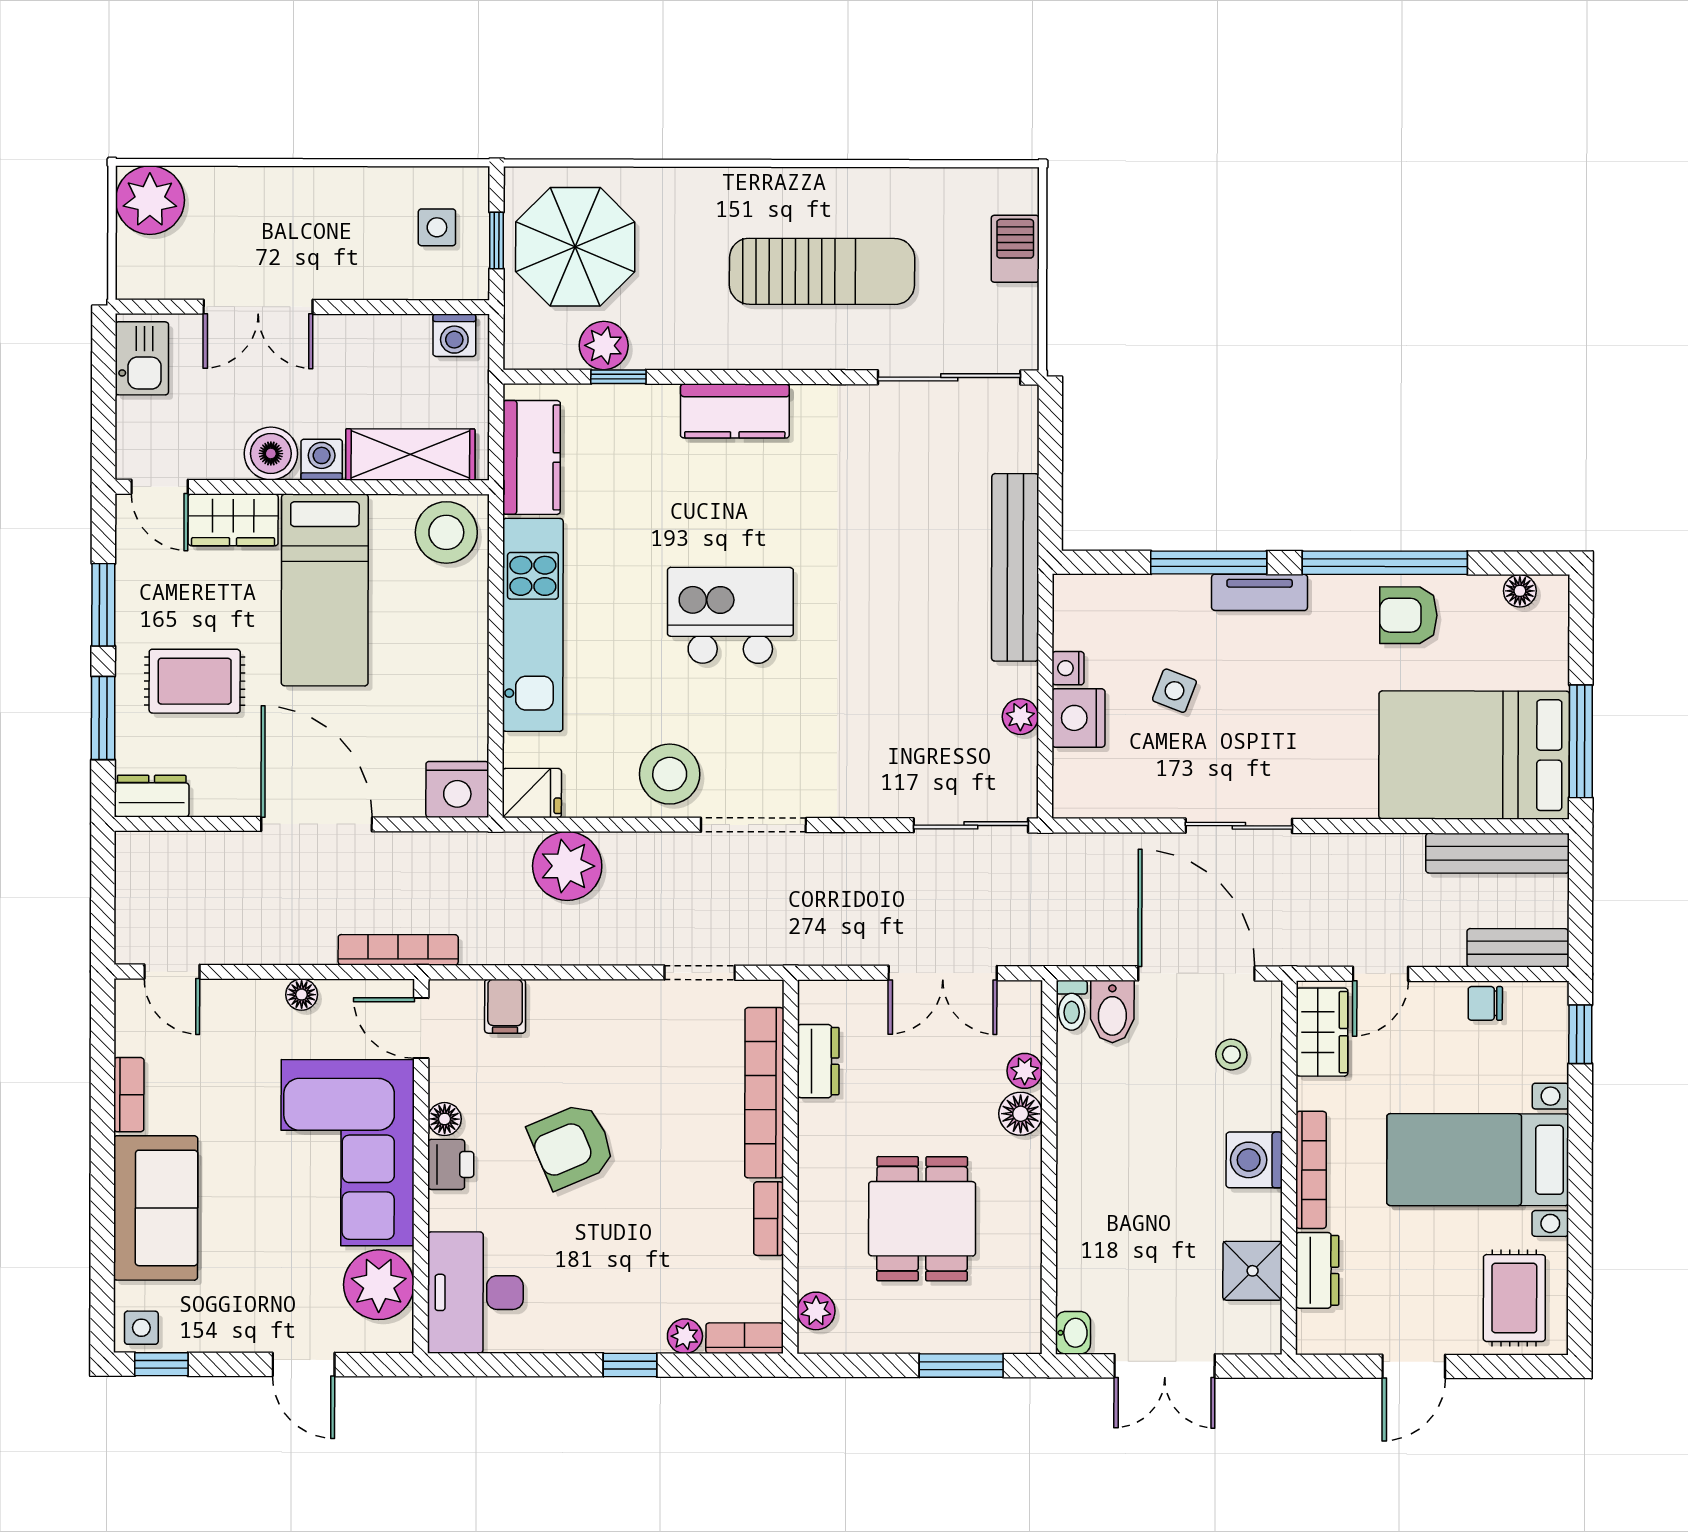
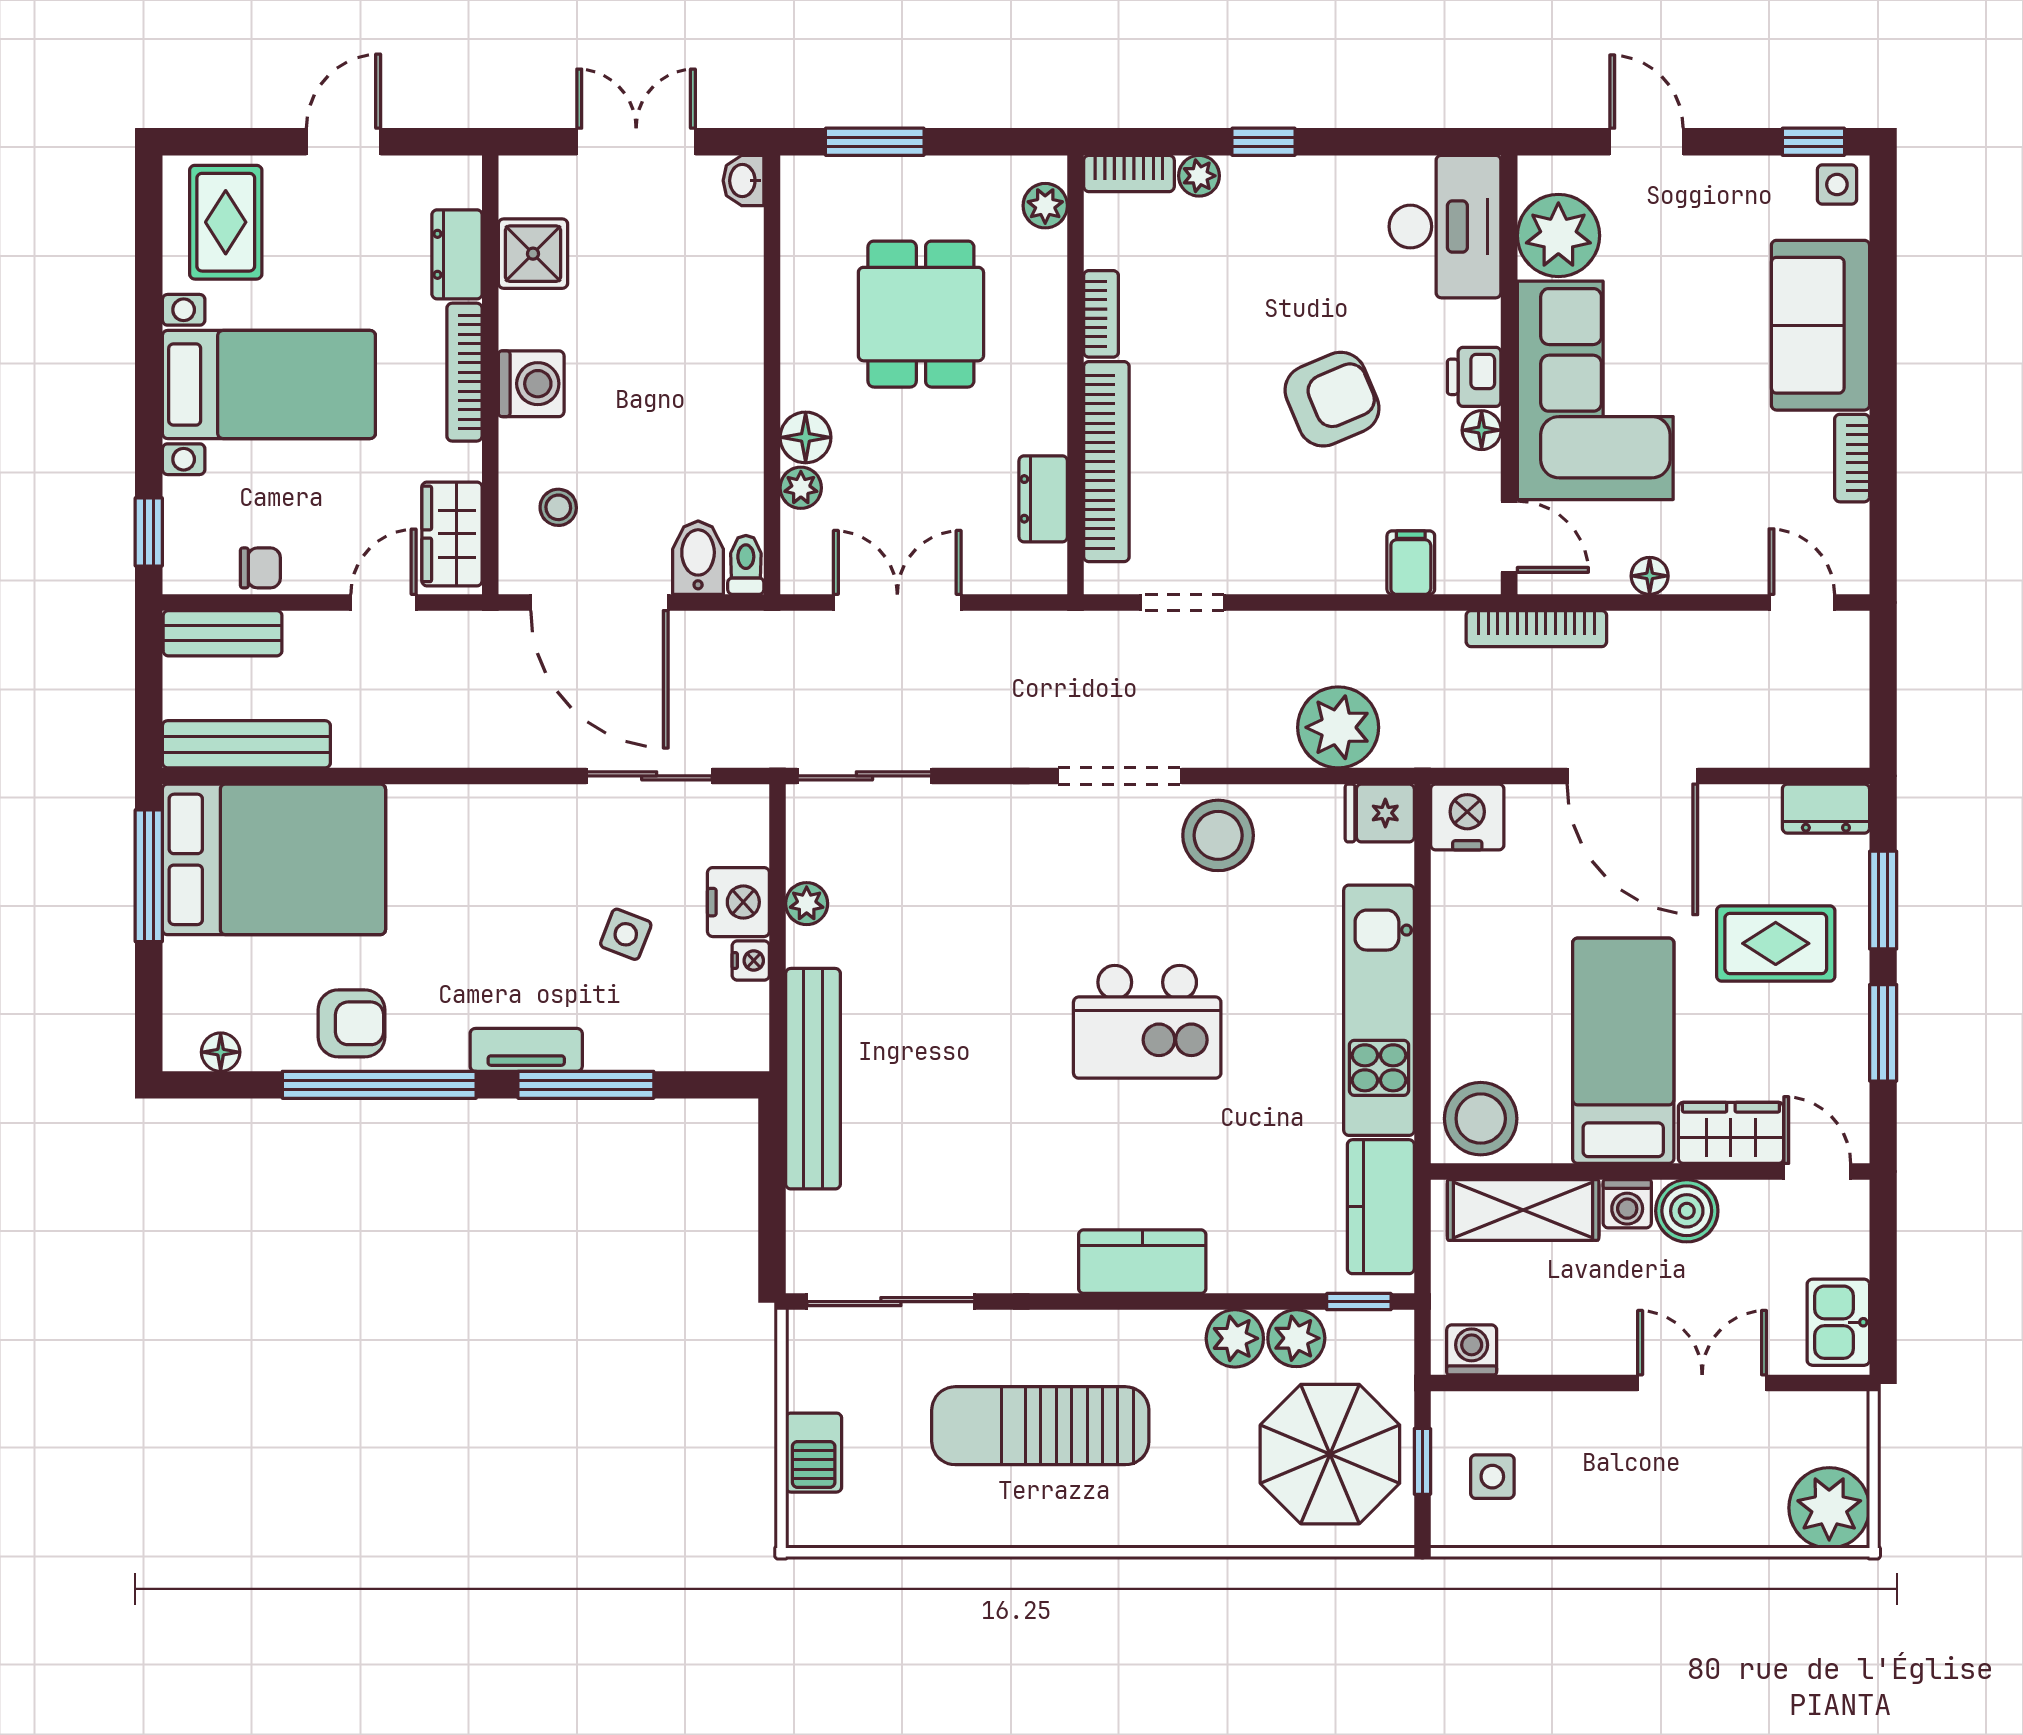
plant: (656, 345) -> (1235, 1338), added
window: (618, 377) -> (1359, 1302), moved
sliding door: (1239, 826) -> (649, 776), moved

